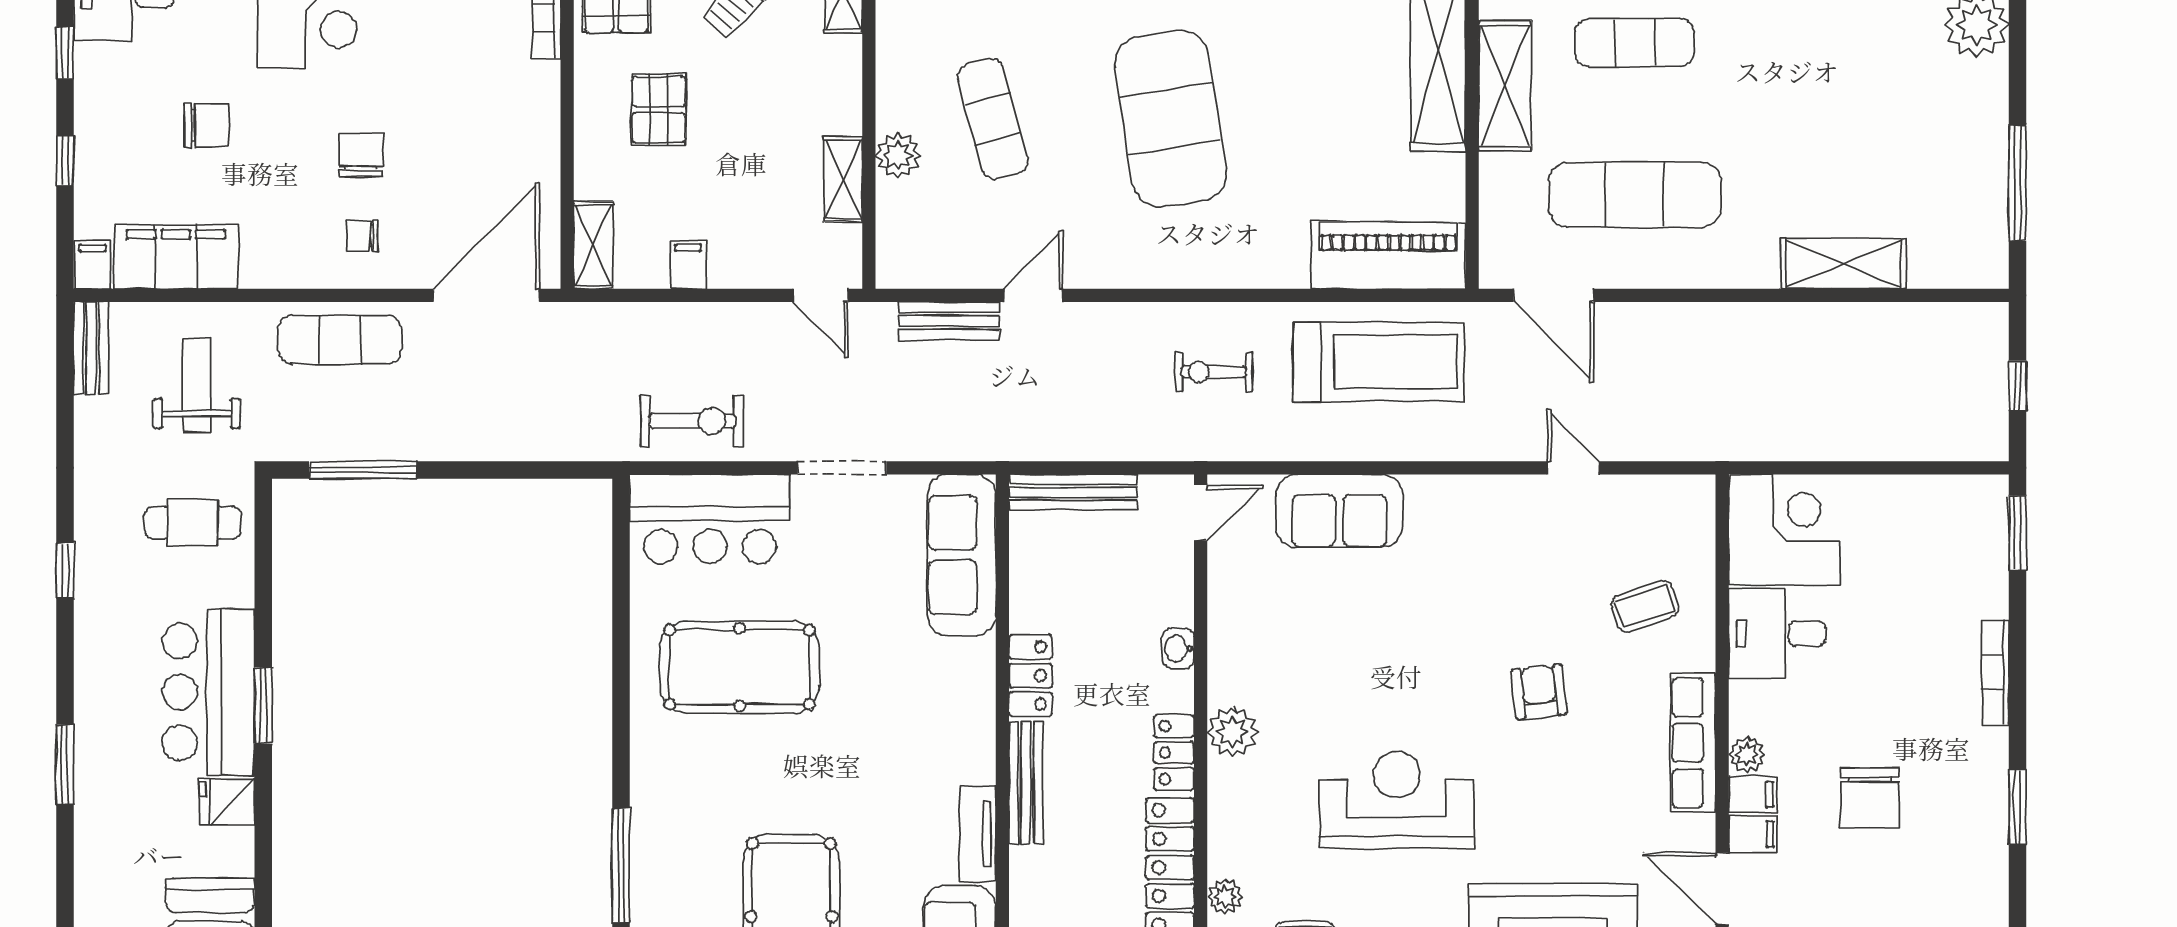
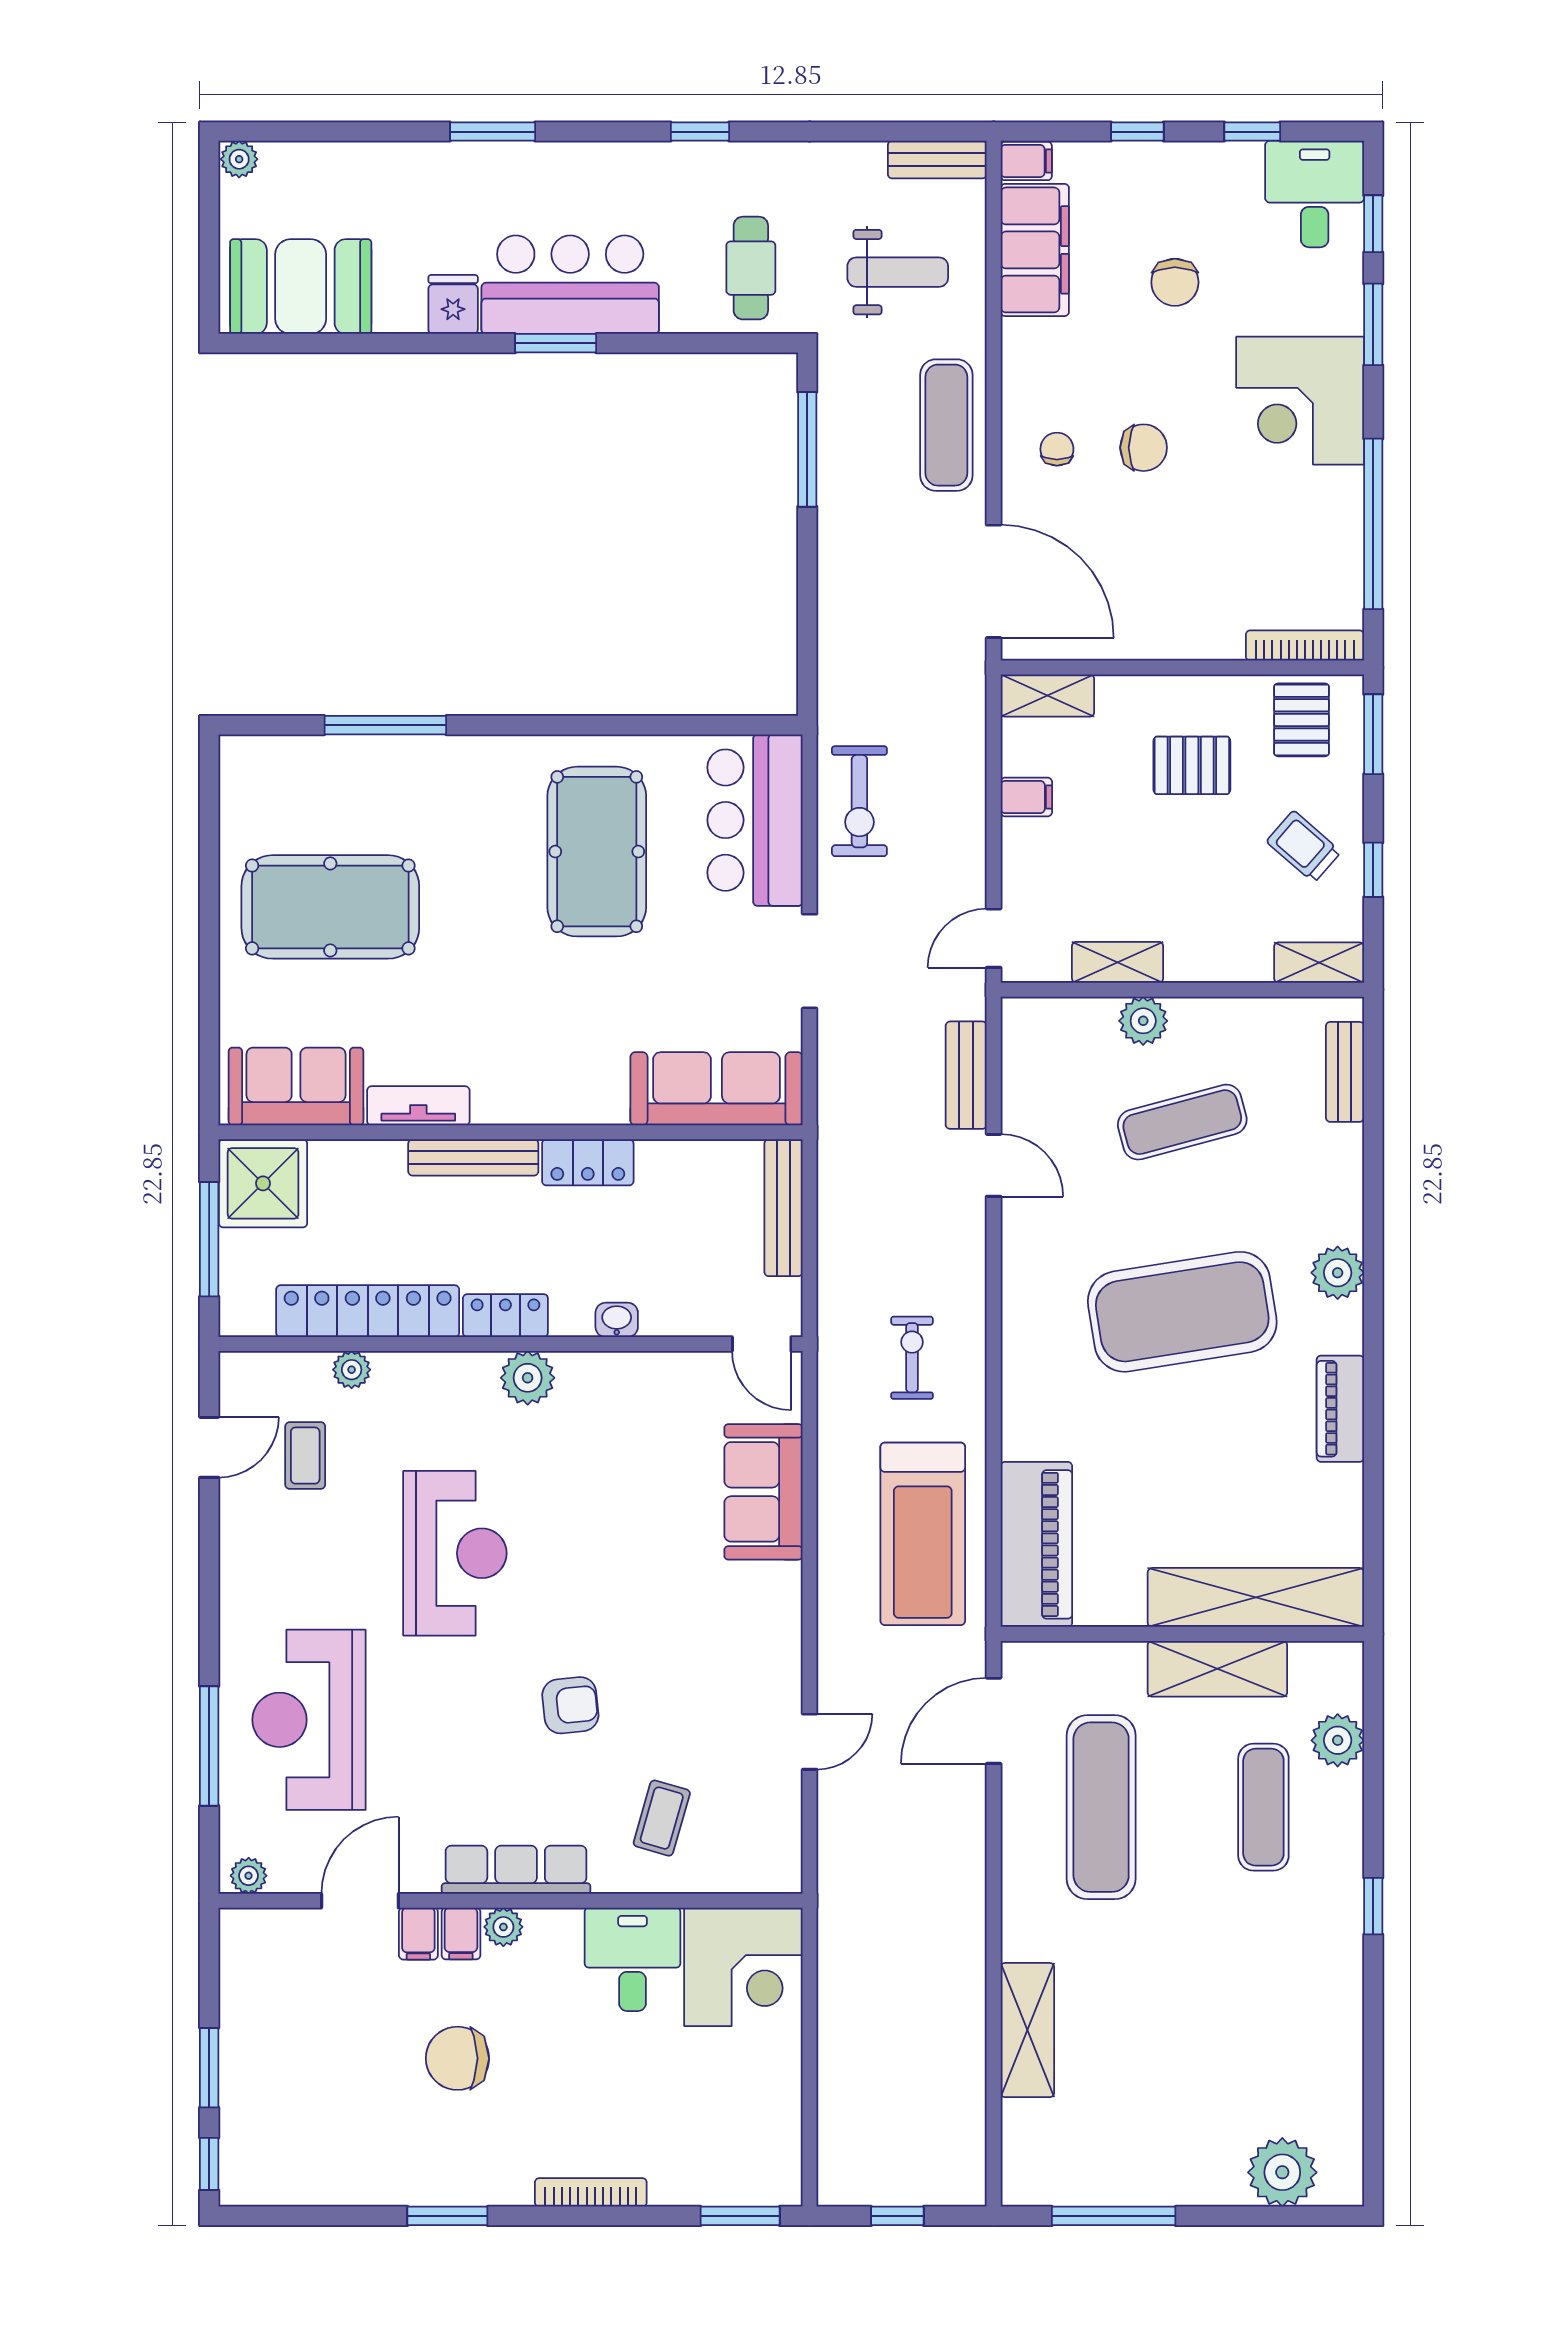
coffee table: (1645, 606) -> (662, 1818), turned 35

